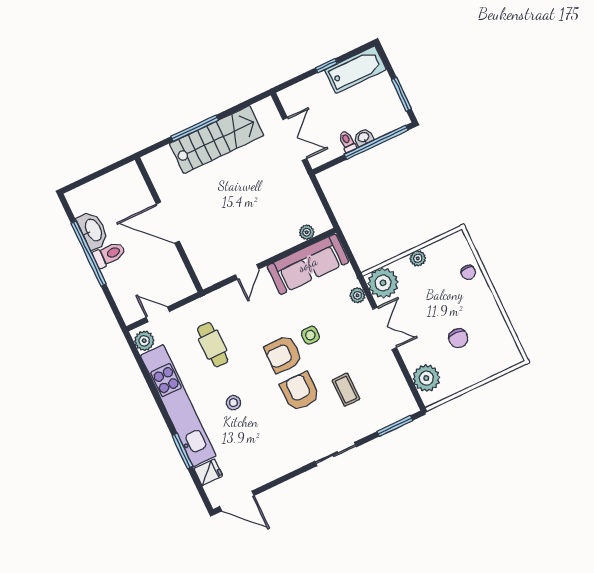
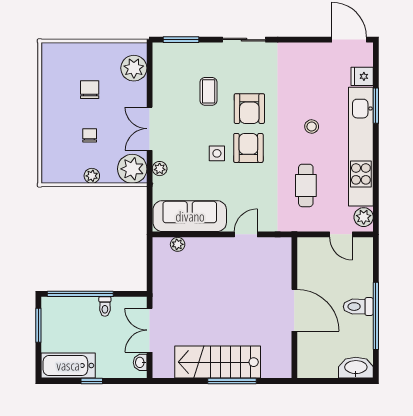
washbasin: (364, 137) -> (140, 362), moved, turned 90
washbasin: (93, 230) -> (356, 368), moved, turned 90
chair: (468, 272) -> (90, 135), moved
armchair: (283, 354) -> (248, 148), turned -90

